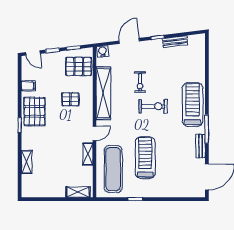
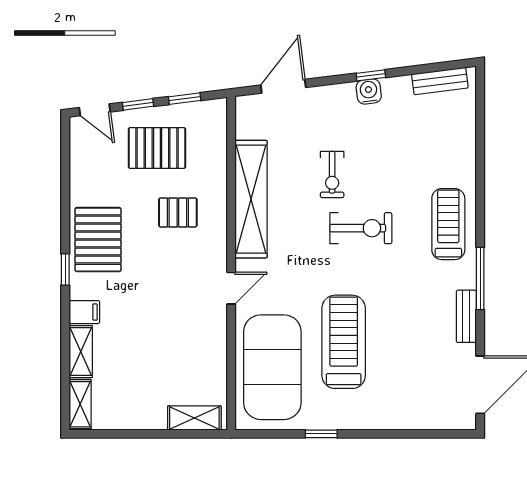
door: (129, 41) -> (283, 86), moved
bench: (175, 42) -> (440, 81), moved
water cooler: (102, 51) -> (369, 92), moved
pallet: (79, 66) -> (157, 148), moved
filing cabinet: (28, 86) -> (84, 312), moved
treadmill: (192, 105) -> (448, 224), width x0.73, depth x0.73
shelving: (88, 154) -> (80, 404), moved
exercise mat: (113, 169) -> (272, 367), width x1.47

